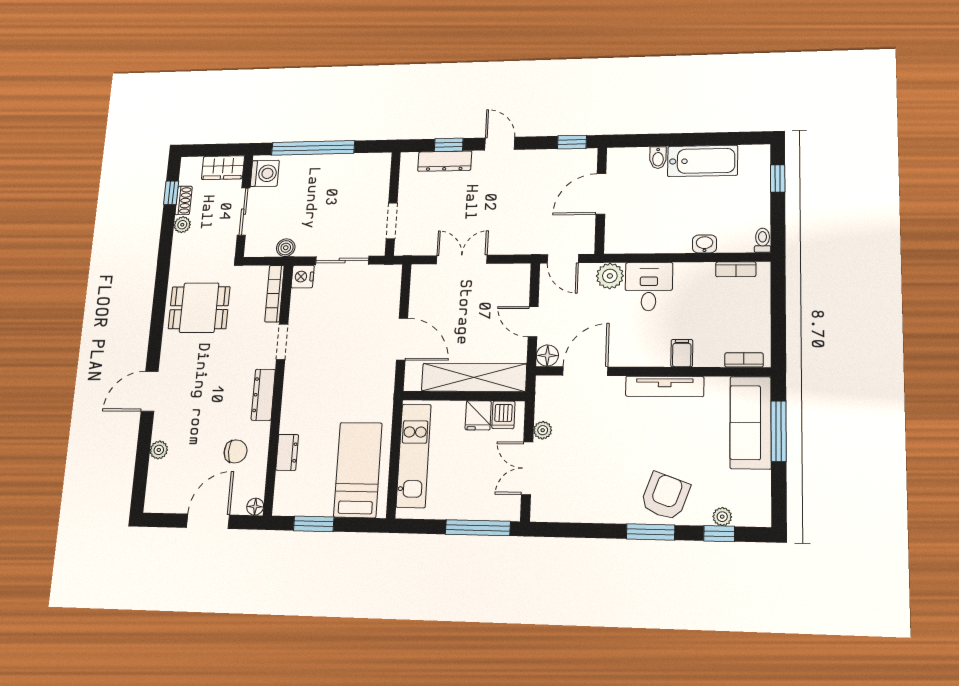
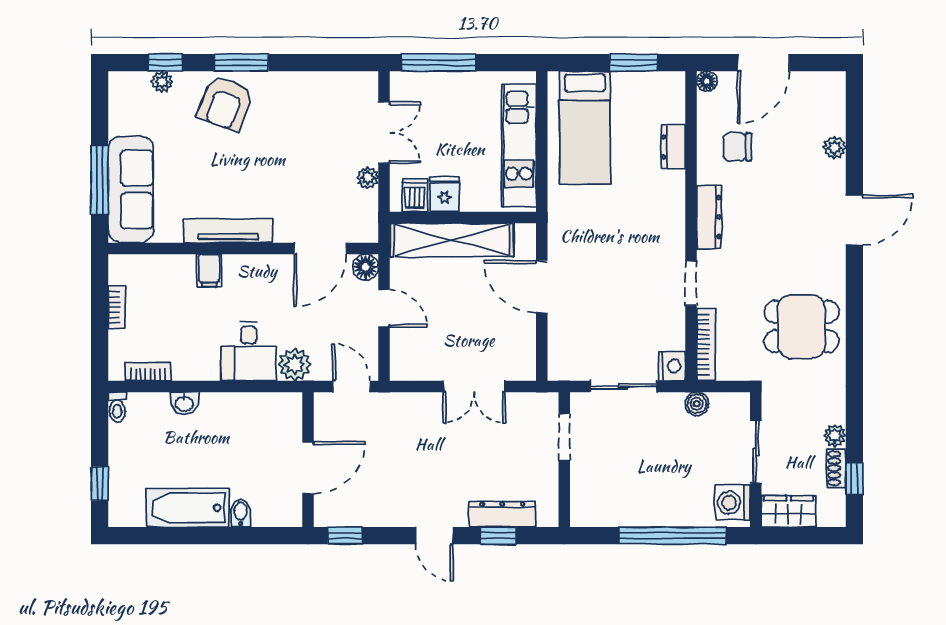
bookcase: (744, 360) -> (117, 307), moved, turned -90

